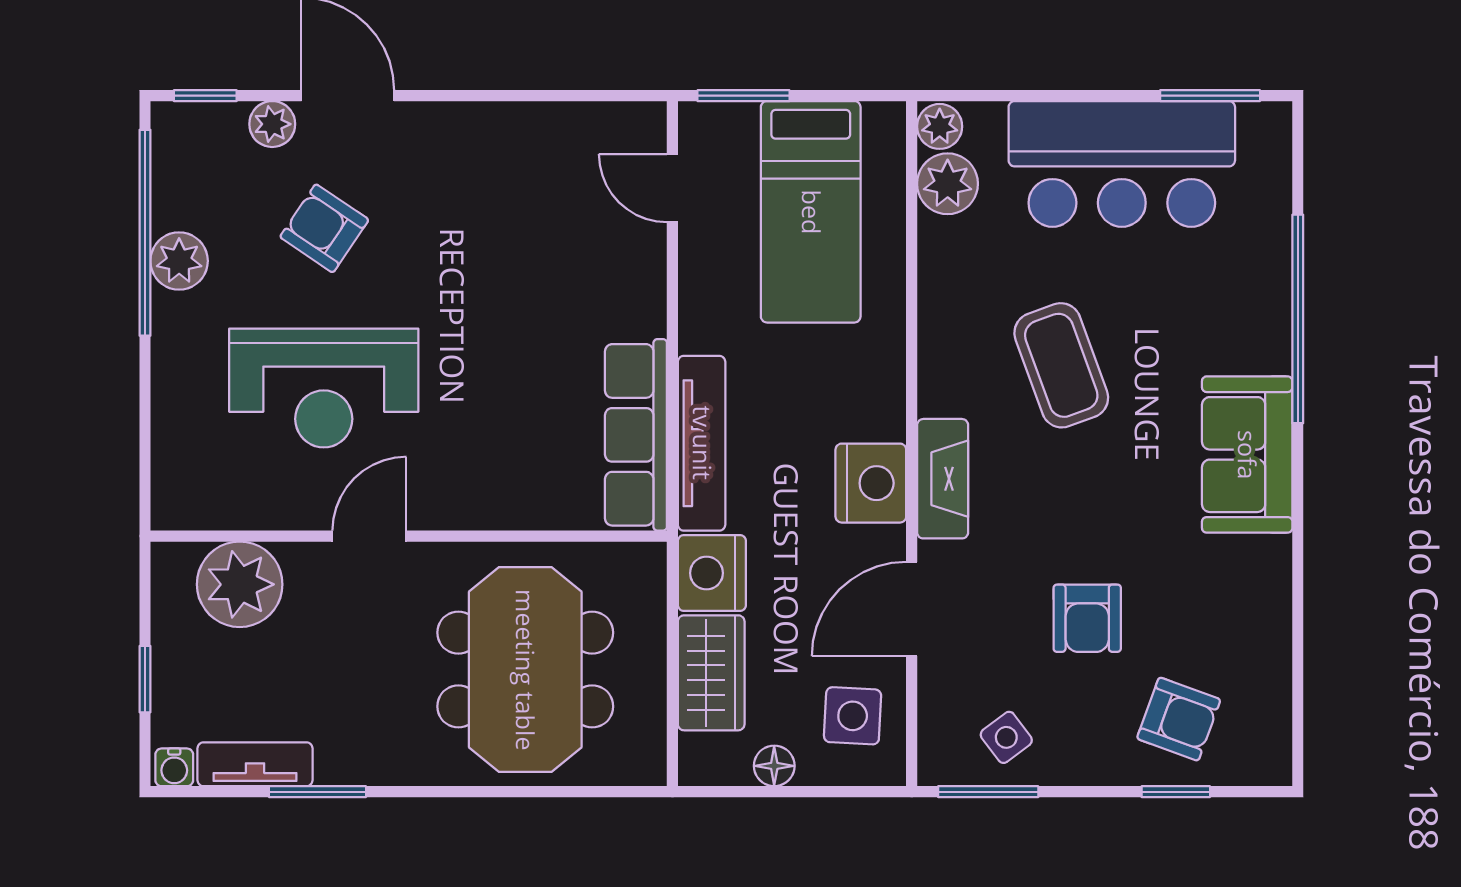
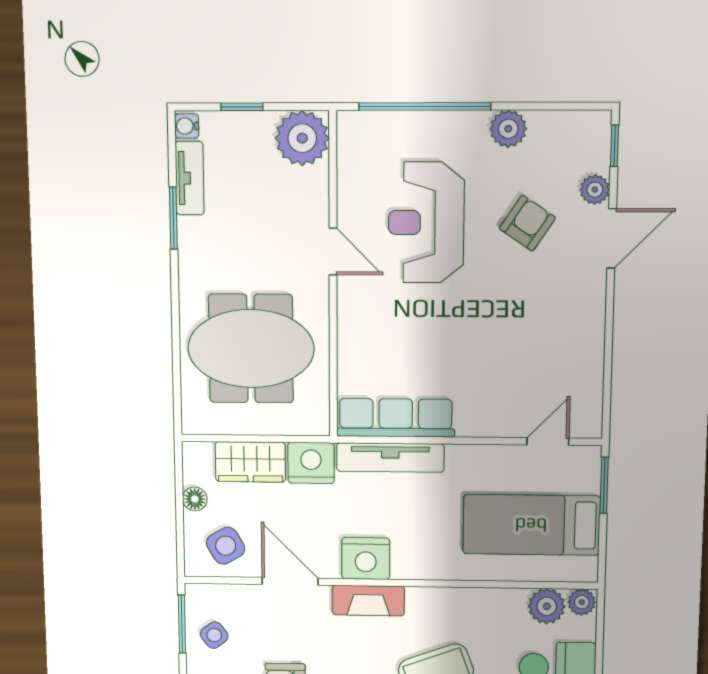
window: (145, 233) -> (425, 106), moved
plant: (240, 584) -> (302, 138), moved
side table: (853, 716) -> (226, 546), turned -33

